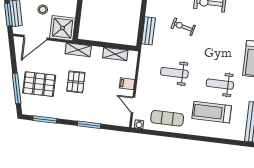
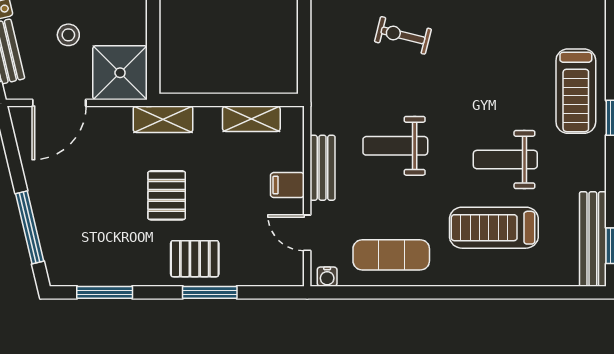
bench: (148, 31) -> (322, 168), moved
pallet: (39, 84) -> (195, 259), moved, width x0.67, depth x0.71

